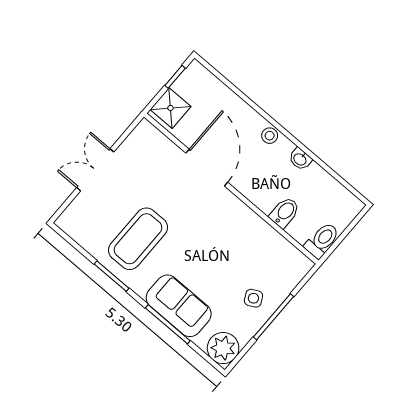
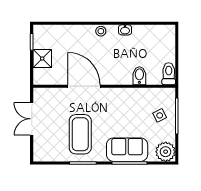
door: (207, 168) -> (84, 86), moved
wall: (231, 189) -> (104, 86), moved
bidet: (285, 212) -> (139, 76), moved
toilet: (322, 240) -> (169, 74), moved

